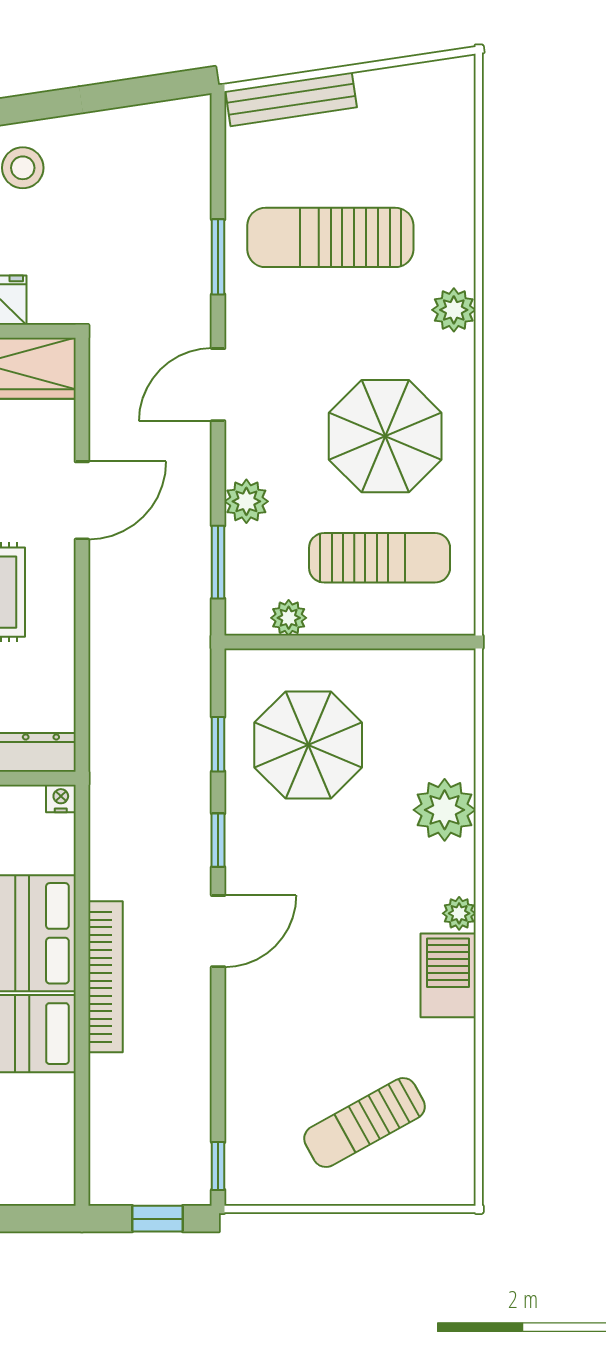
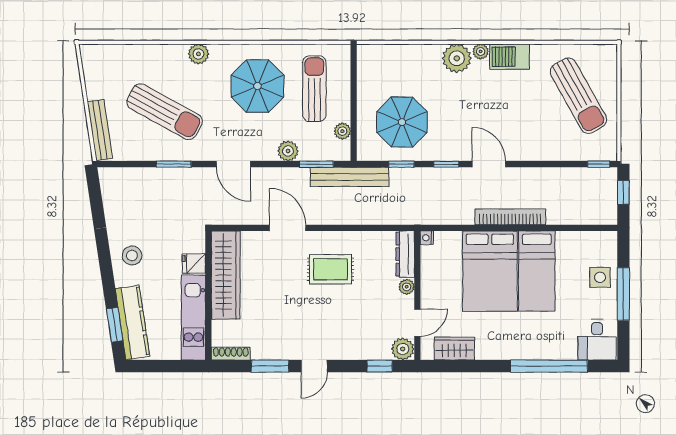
sun lounger: (330, 237) -> (165, 112), turned -61
bench: (191, 633) -> (349, 177), added
plant: (445, 810) -> (457, 58), moved
sun lounger: (365, 1123) -> (578, 96), width x1.36, depth x1.34

